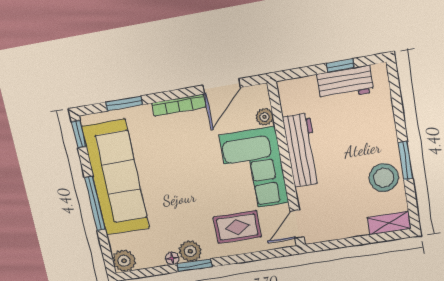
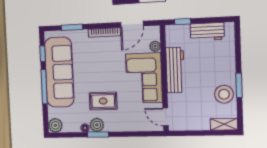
window: (340, 65) -> (183, 22), moved
window: (79, 134) -> (43, 54), moved
door: (297, 224) -> (166, 117), hinge flipped
rug: (237, 227) -> (103, 101), moved

